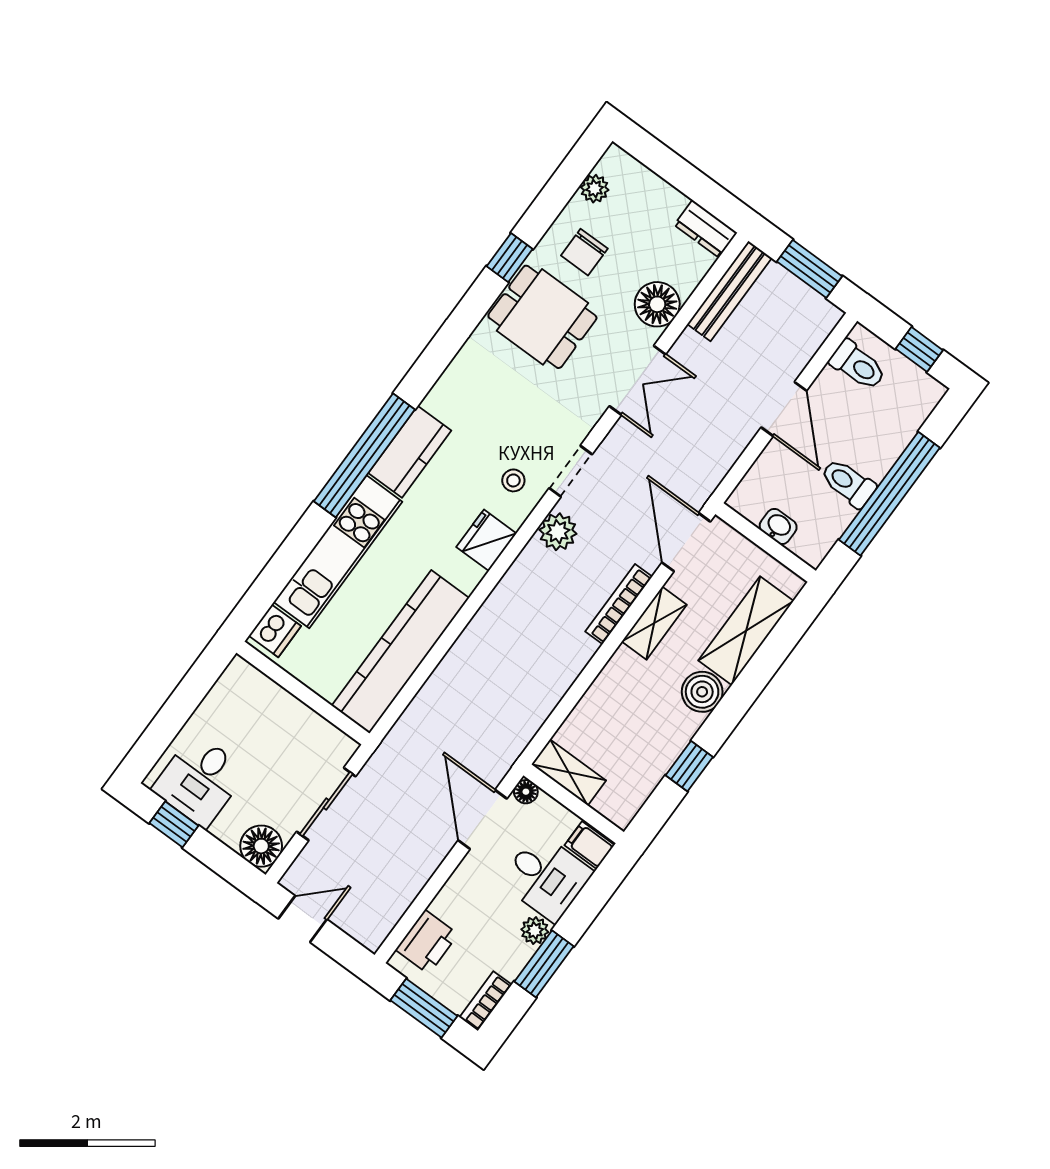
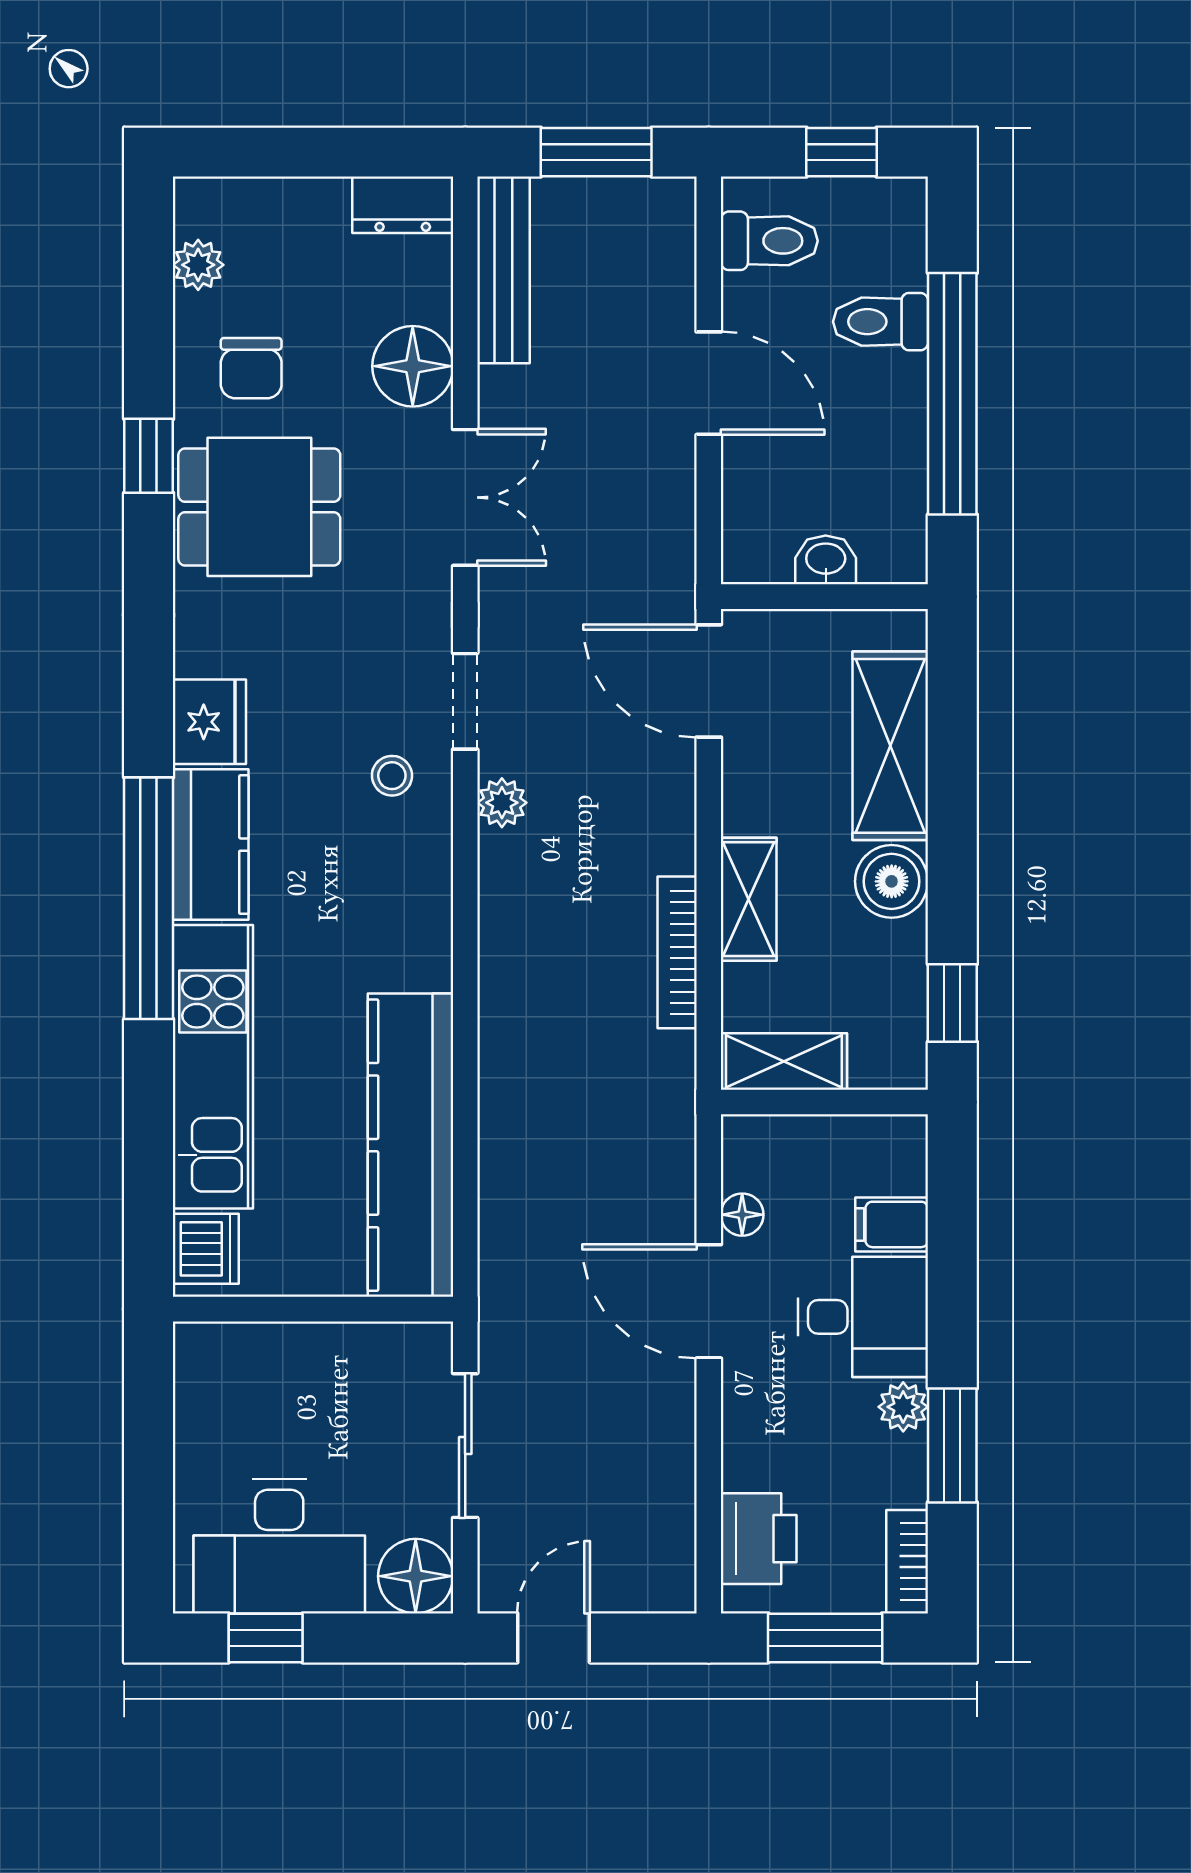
toilet: (848, 483) -> (881, 322), moved
plant: (558, 532) -> (502, 803), width x0.73, depth x0.73
fridge: (486, 540) -> (209, 722), moved, turned 180
bookcase: (619, 604) -> (677, 952), moved
shelving: (654, 623) -> (749, 899), moved
shelving: (569, 772) -> (784, 1062), moved
desk: (200, 780) -> (279, 1546), width x1.37
wall: (574, 804) -> (824, 1102), moved

